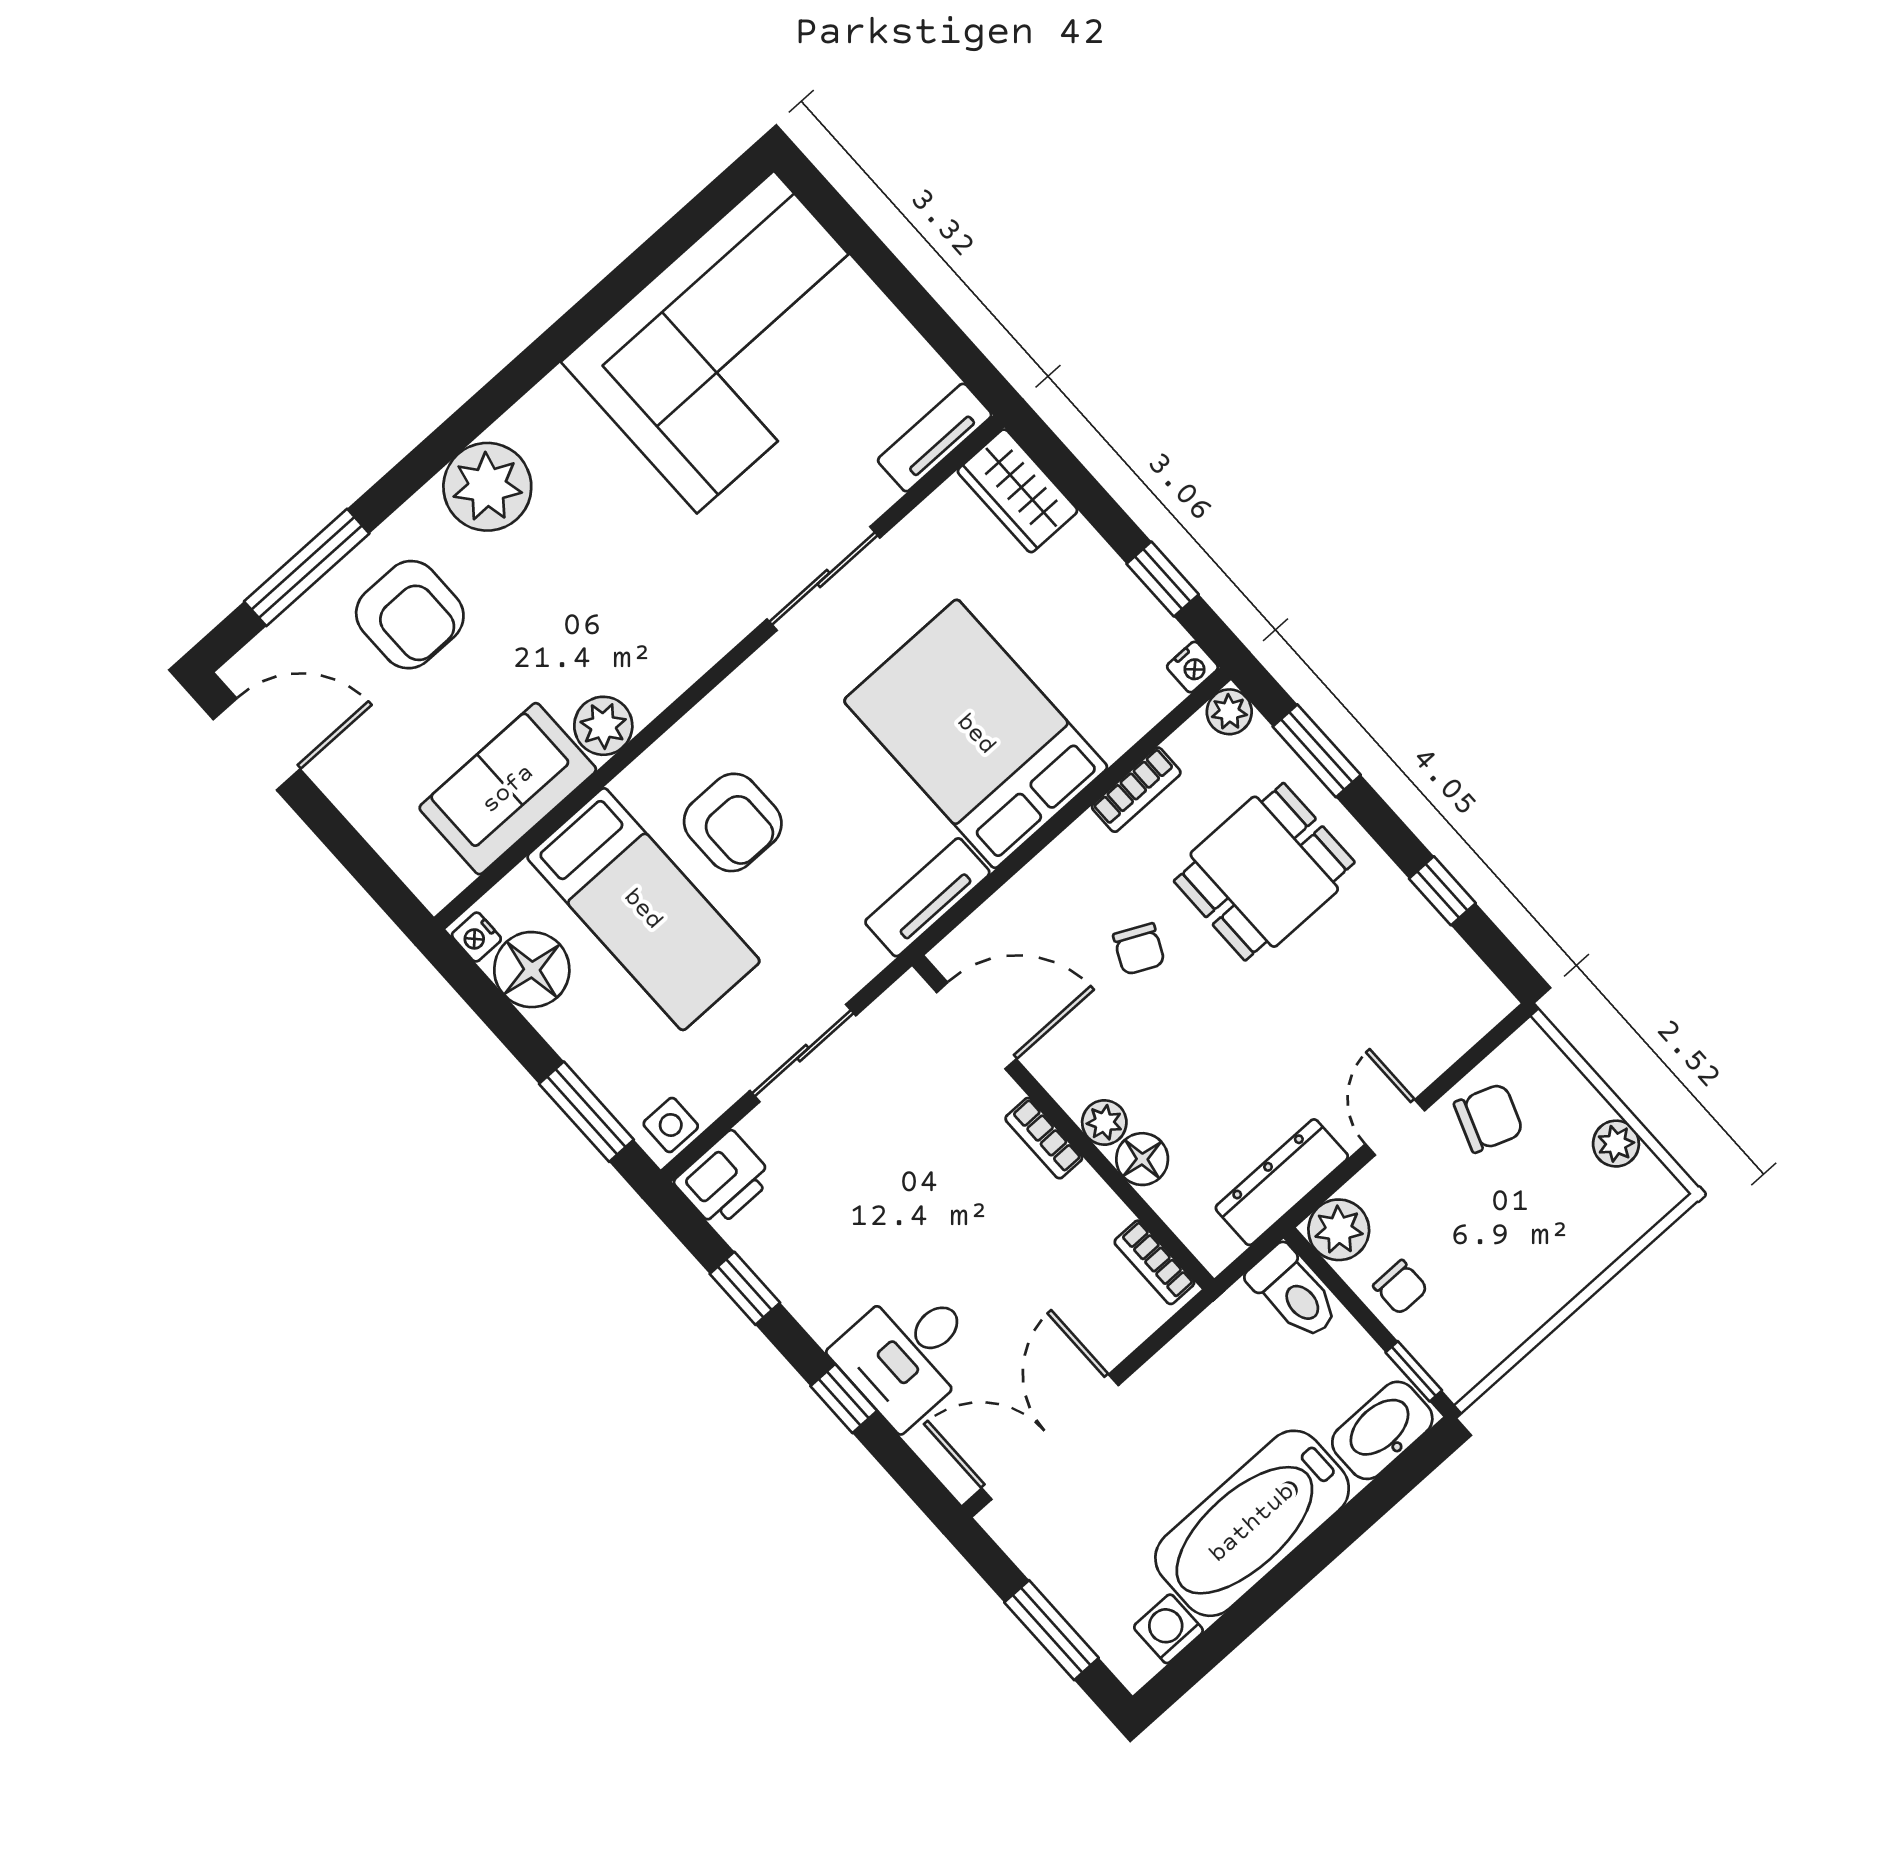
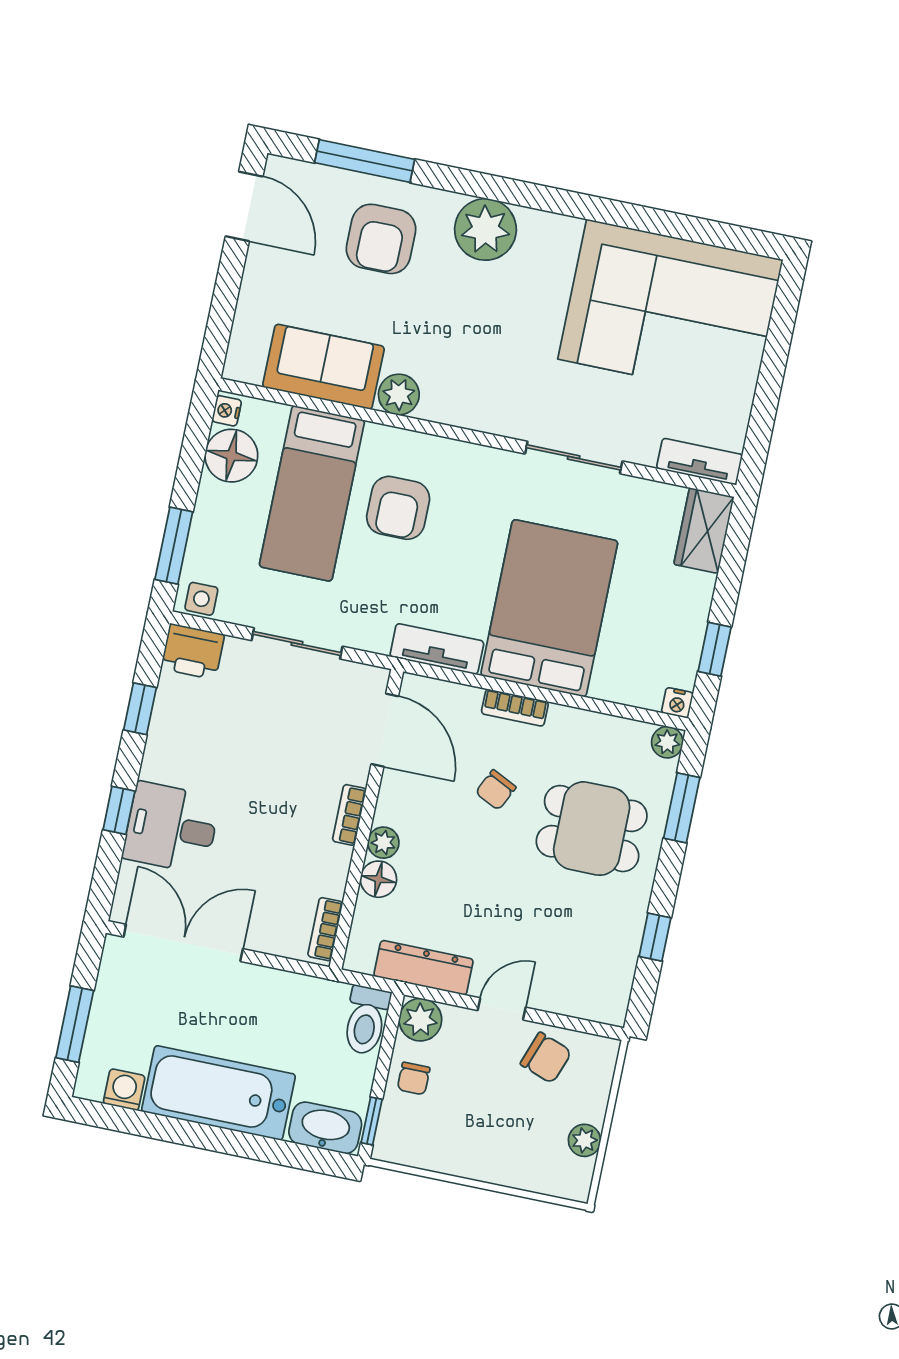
bookcase: (1136, 790) -> (515, 708), moved

